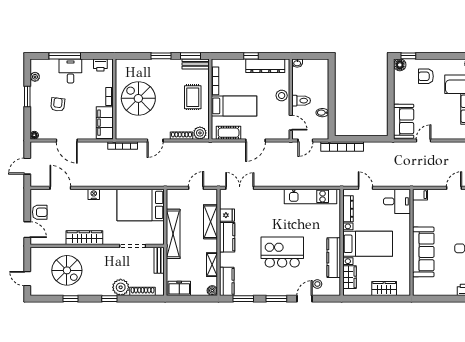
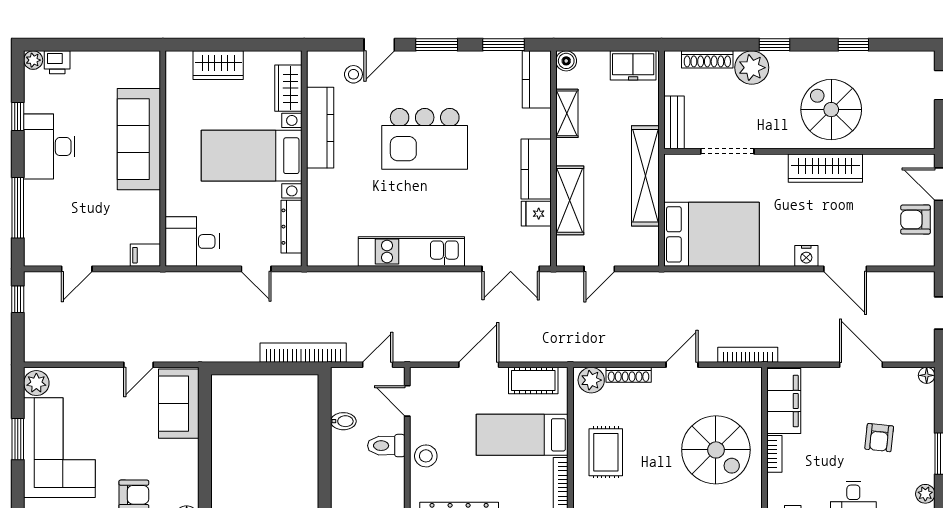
door: (60, 188) -> (845, 269), moved
kitchen unit: (311, 196) -> (411, 252), moved
spiral stairs: (67, 270) -> (831, 110), moved

